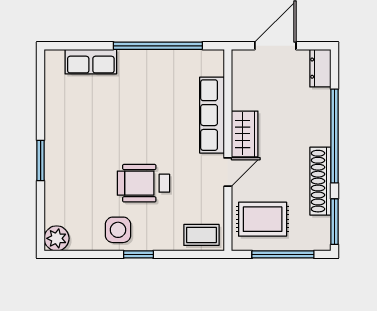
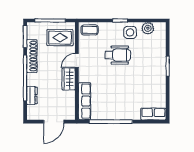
row of seats: (91, 62) -> (153, 114), moved
dresser: (320, 68) -> (32, 95), moved
row of seats: (212, 115) -> (84, 101), moved
plant: (57, 238) -> (148, 28), moved

